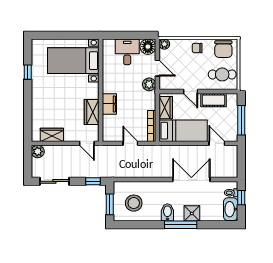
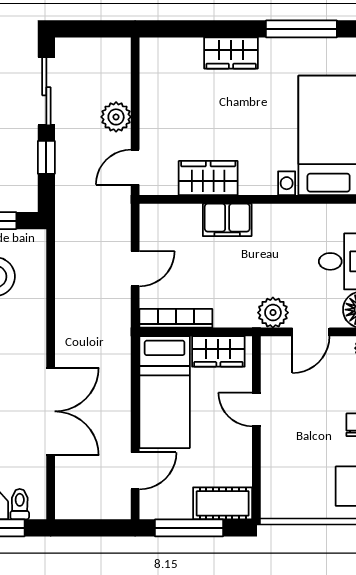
window: (28, 72) -> (301, 29), width x2.17
cafe table: (222, 74) -> (296, 483), removed
door: (191, 91) -> (256, 409), hinge flipped
cot: (214, 100) -> (223, 503), moved, turned 90
wardrobe: (52, 135) -> (231, 53), moved, turned 90
plant: (38, 152) -> (116, 117), moved
window: (93, 181) -> (46, 157), moved

